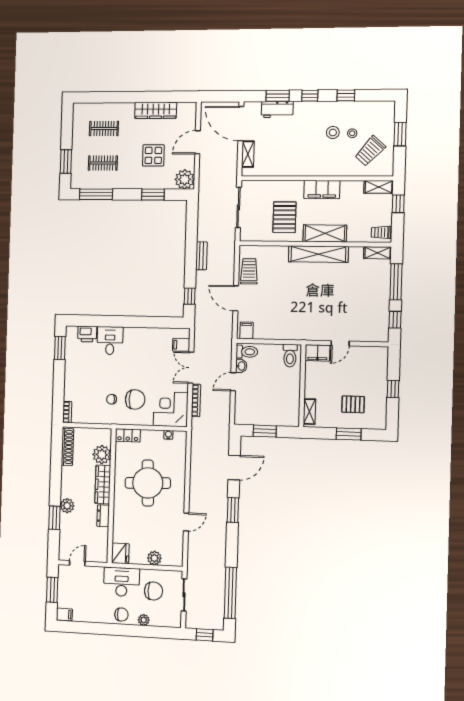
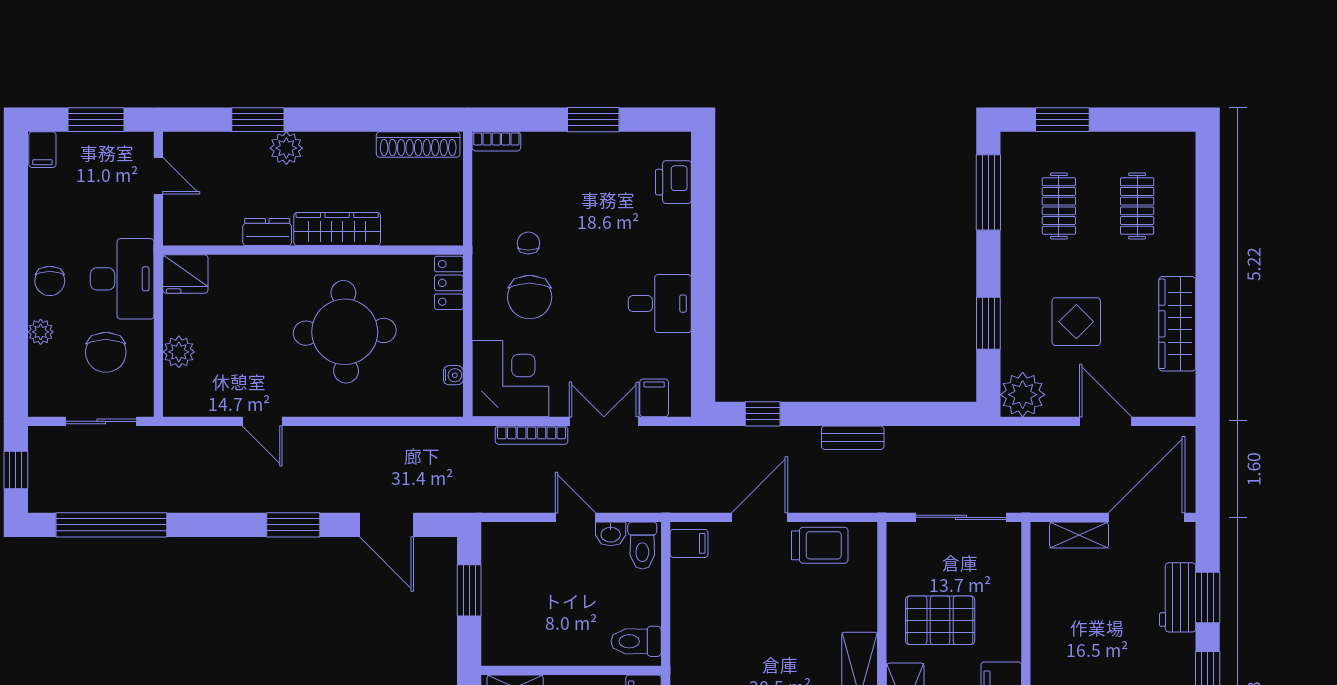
desk: (110, 341) -> (660, 304), moved
window: (60, 348) -> (593, 120), moved
plant: (102, 455) -> (404, 225), removed

